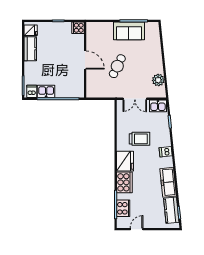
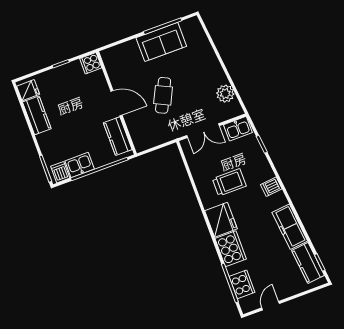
kitchen counter: (78, 82) -> (118, 136), added

